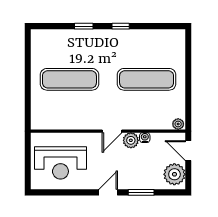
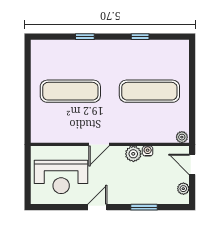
window: (121, 26) -> (140, 37), moved
door: (112, 131) -> (99, 144), moved
plant: (174, 174) -> (183, 189), width x0.53, depth x0.53
door: (108, 192) -> (97, 207), moved

